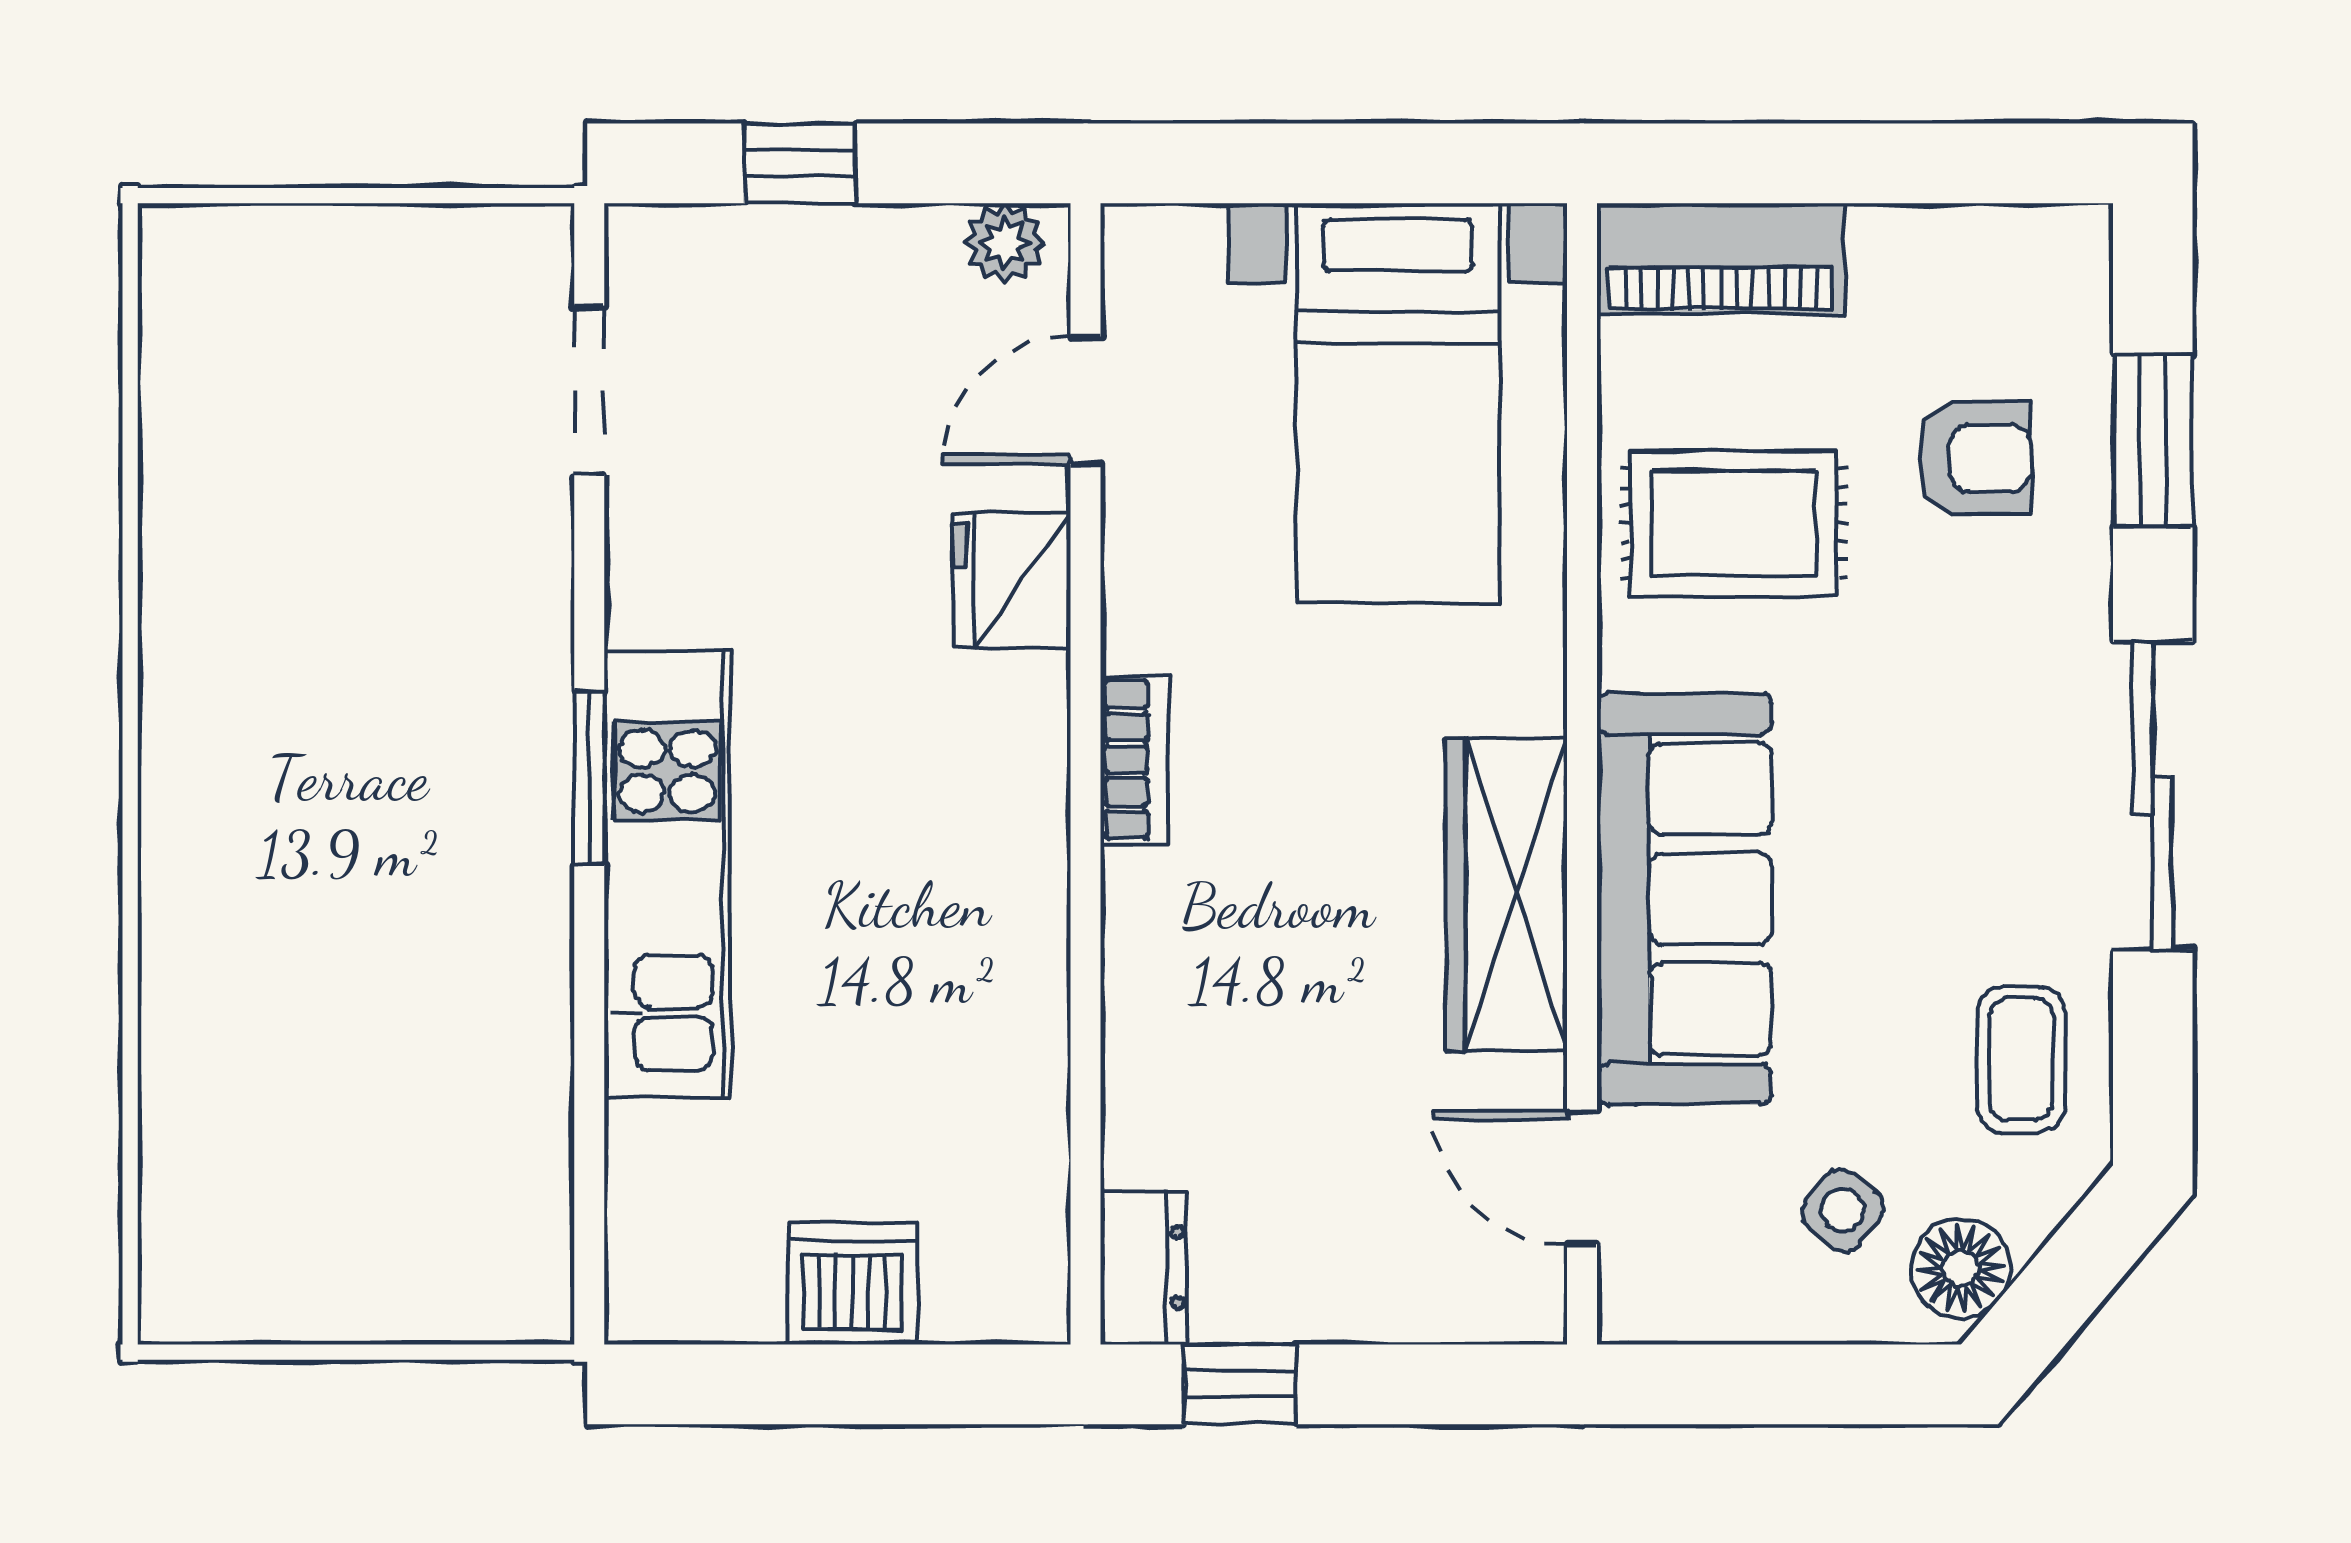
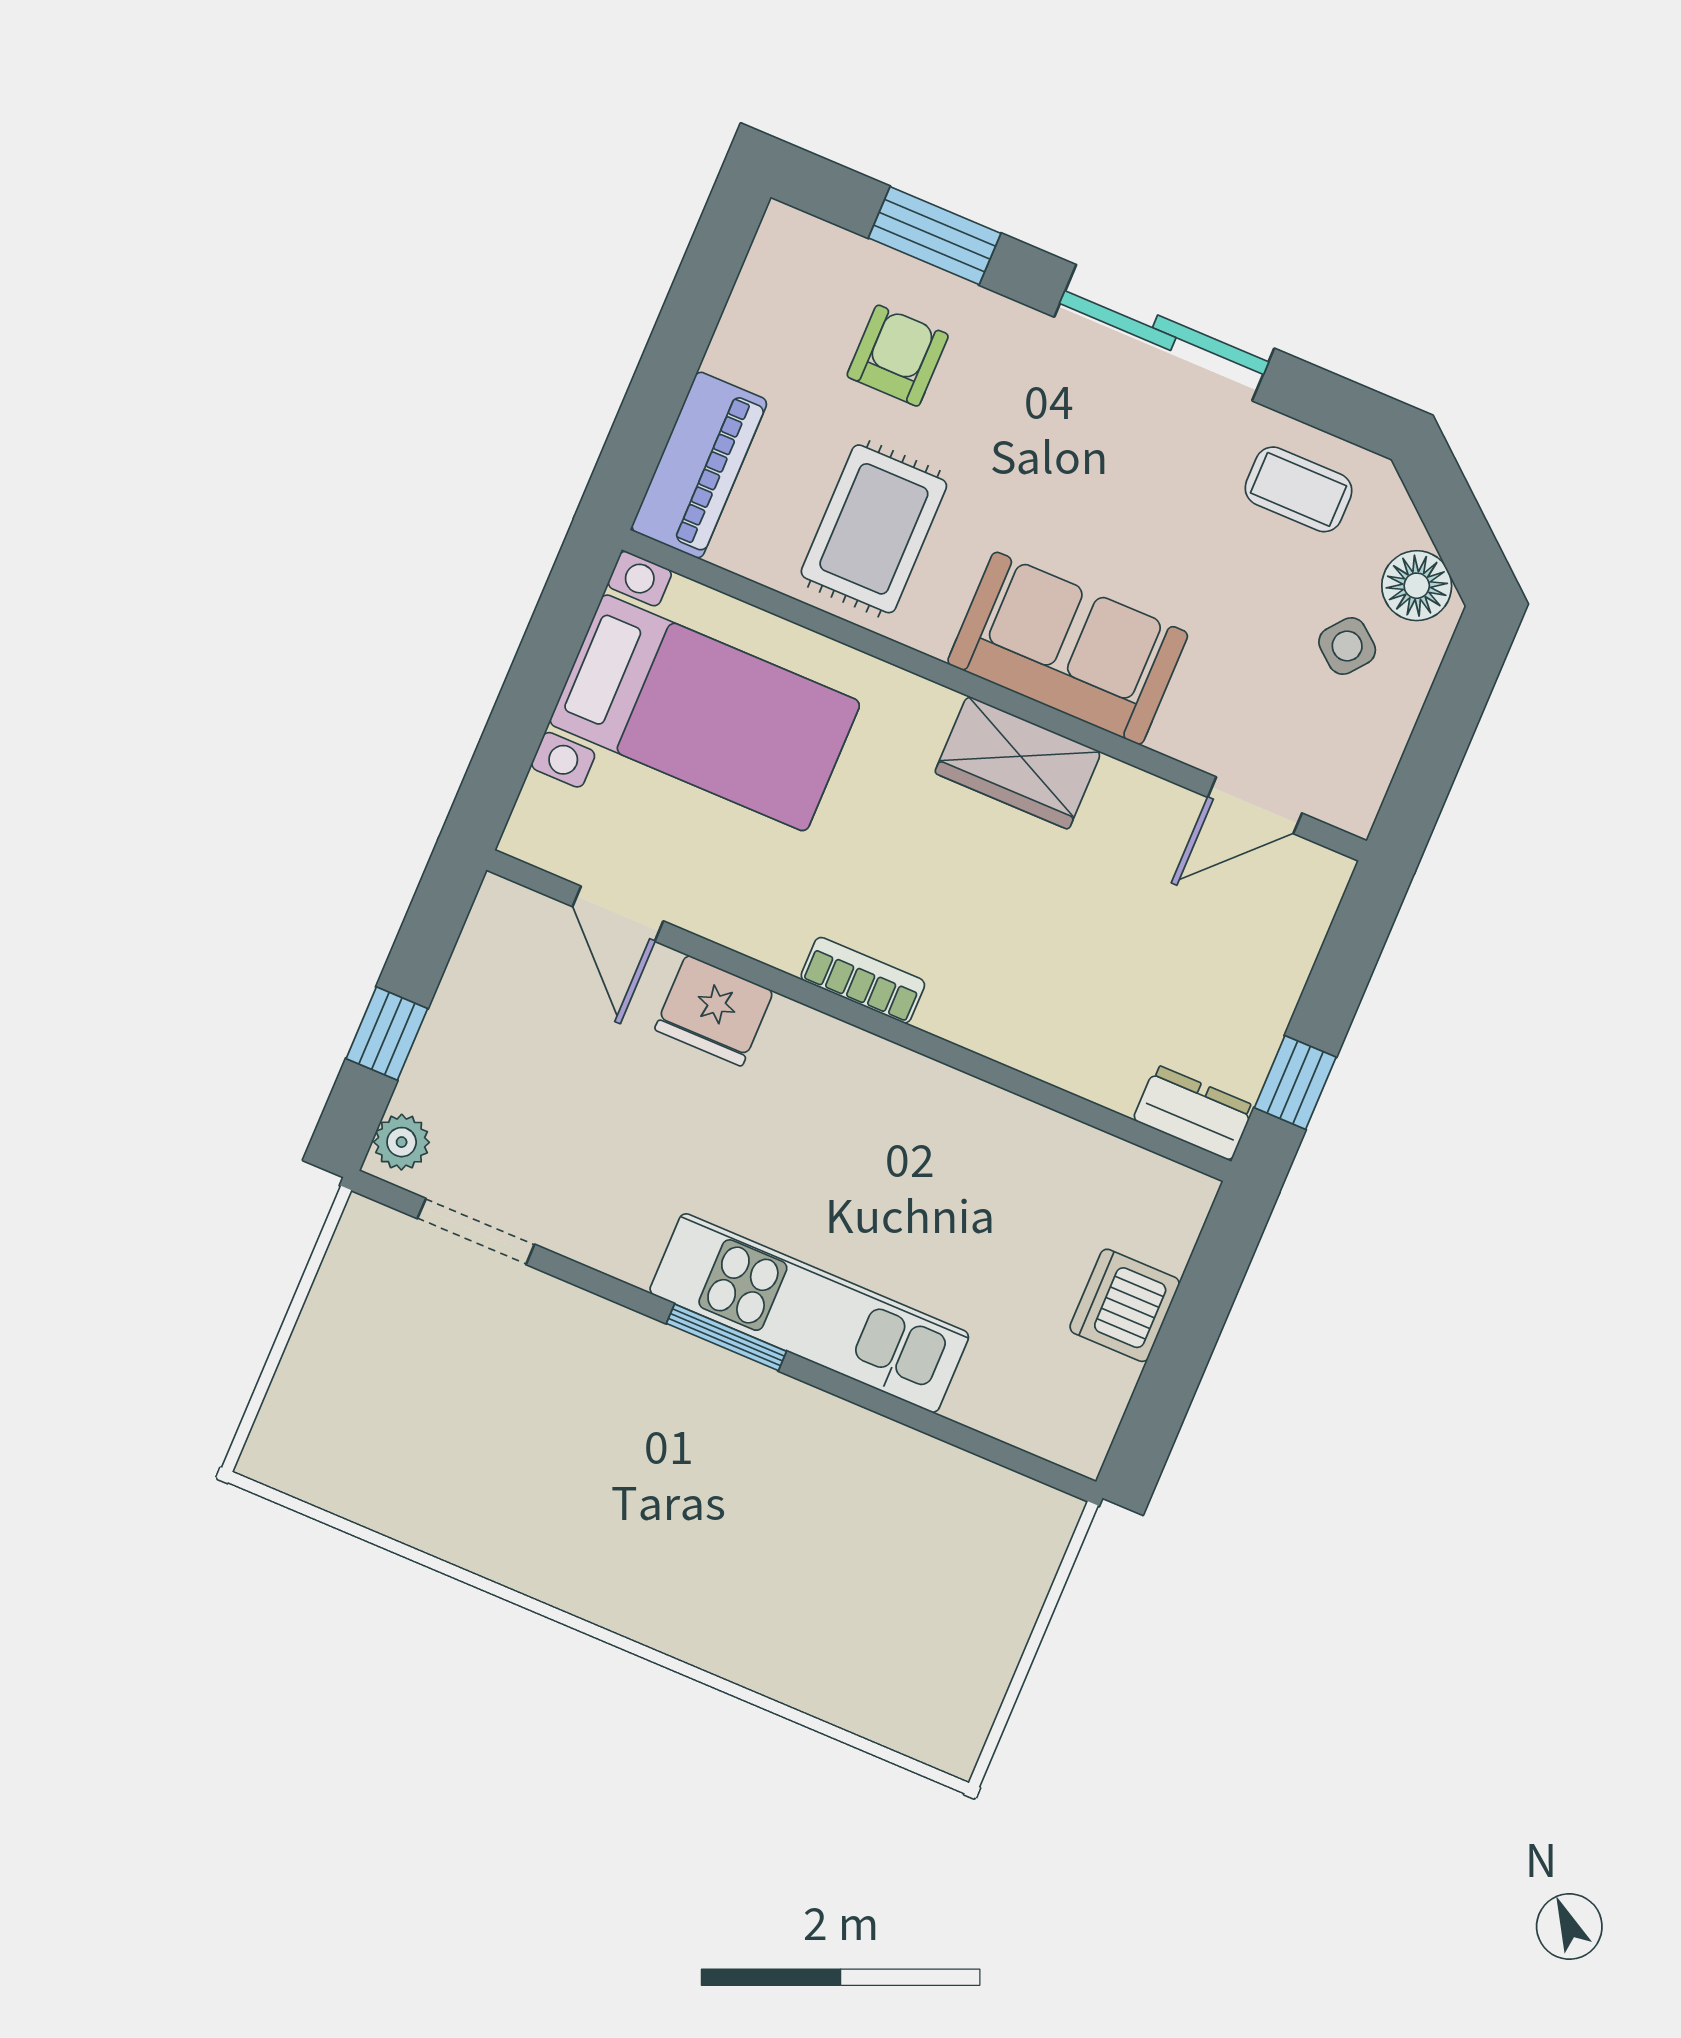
plant: (1004, 243) -> (402, 1142), moved
wardrobe: (1507, 894) -> (1018, 763), width x0.67
sofa: (1684, 899) -> (1068, 648), width x0.73

